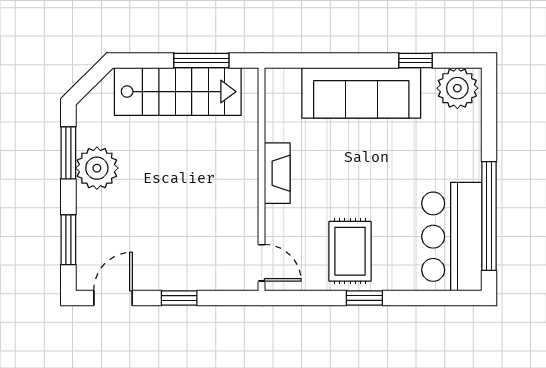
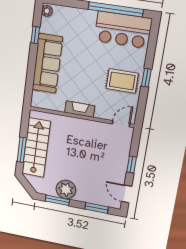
window: (201, 60) -> (22, 150), moved
plant: (457, 88) -> (47, 11), width x0.53, depth x0.53

